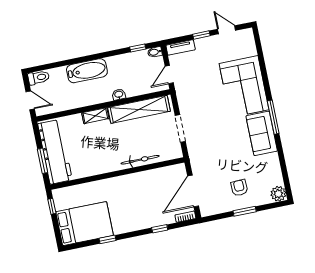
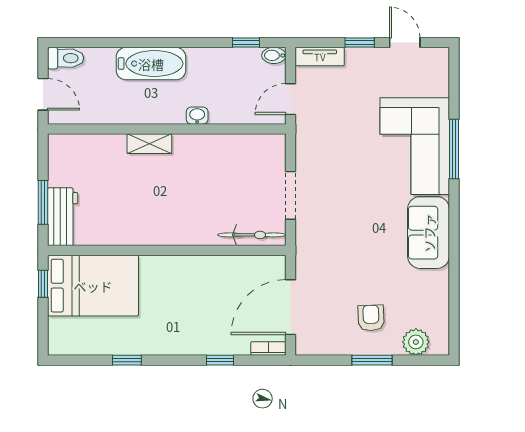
shelving: (139, 109) -> (227, 148), removed
window: (273, 117) -> (454, 149), moved
workbench: (55, 152) -> (63, 217), width x0.53, depth x0.76
bicycle: (140, 160) -> (252, 235), moved
plant: (278, 194) -> (416, 342), moved
bed: (85, 224) -> (93, 286), moved

